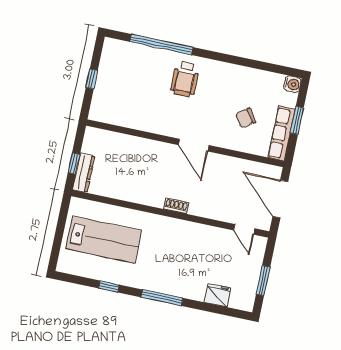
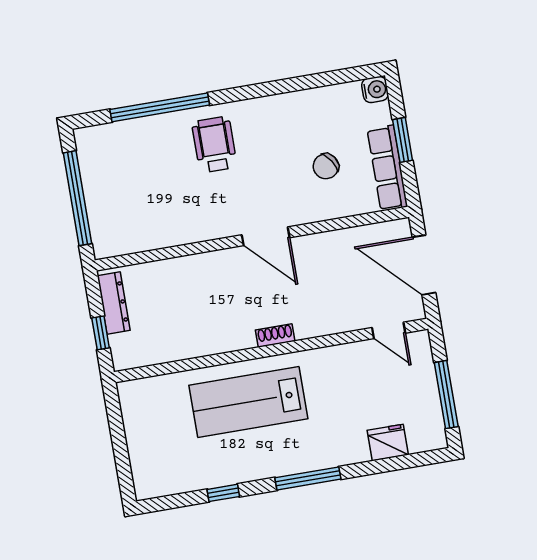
window: (92, 79) -> (78, 198), width x3.17
wheelchair: (185, 79) -> (214, 145), turned 180
dresser: (84, 173) -> (114, 303), moved
lab bench: (103, 240) -> (248, 402), moved, turned 180
window: (263, 281) -> (446, 395), width x1.44

